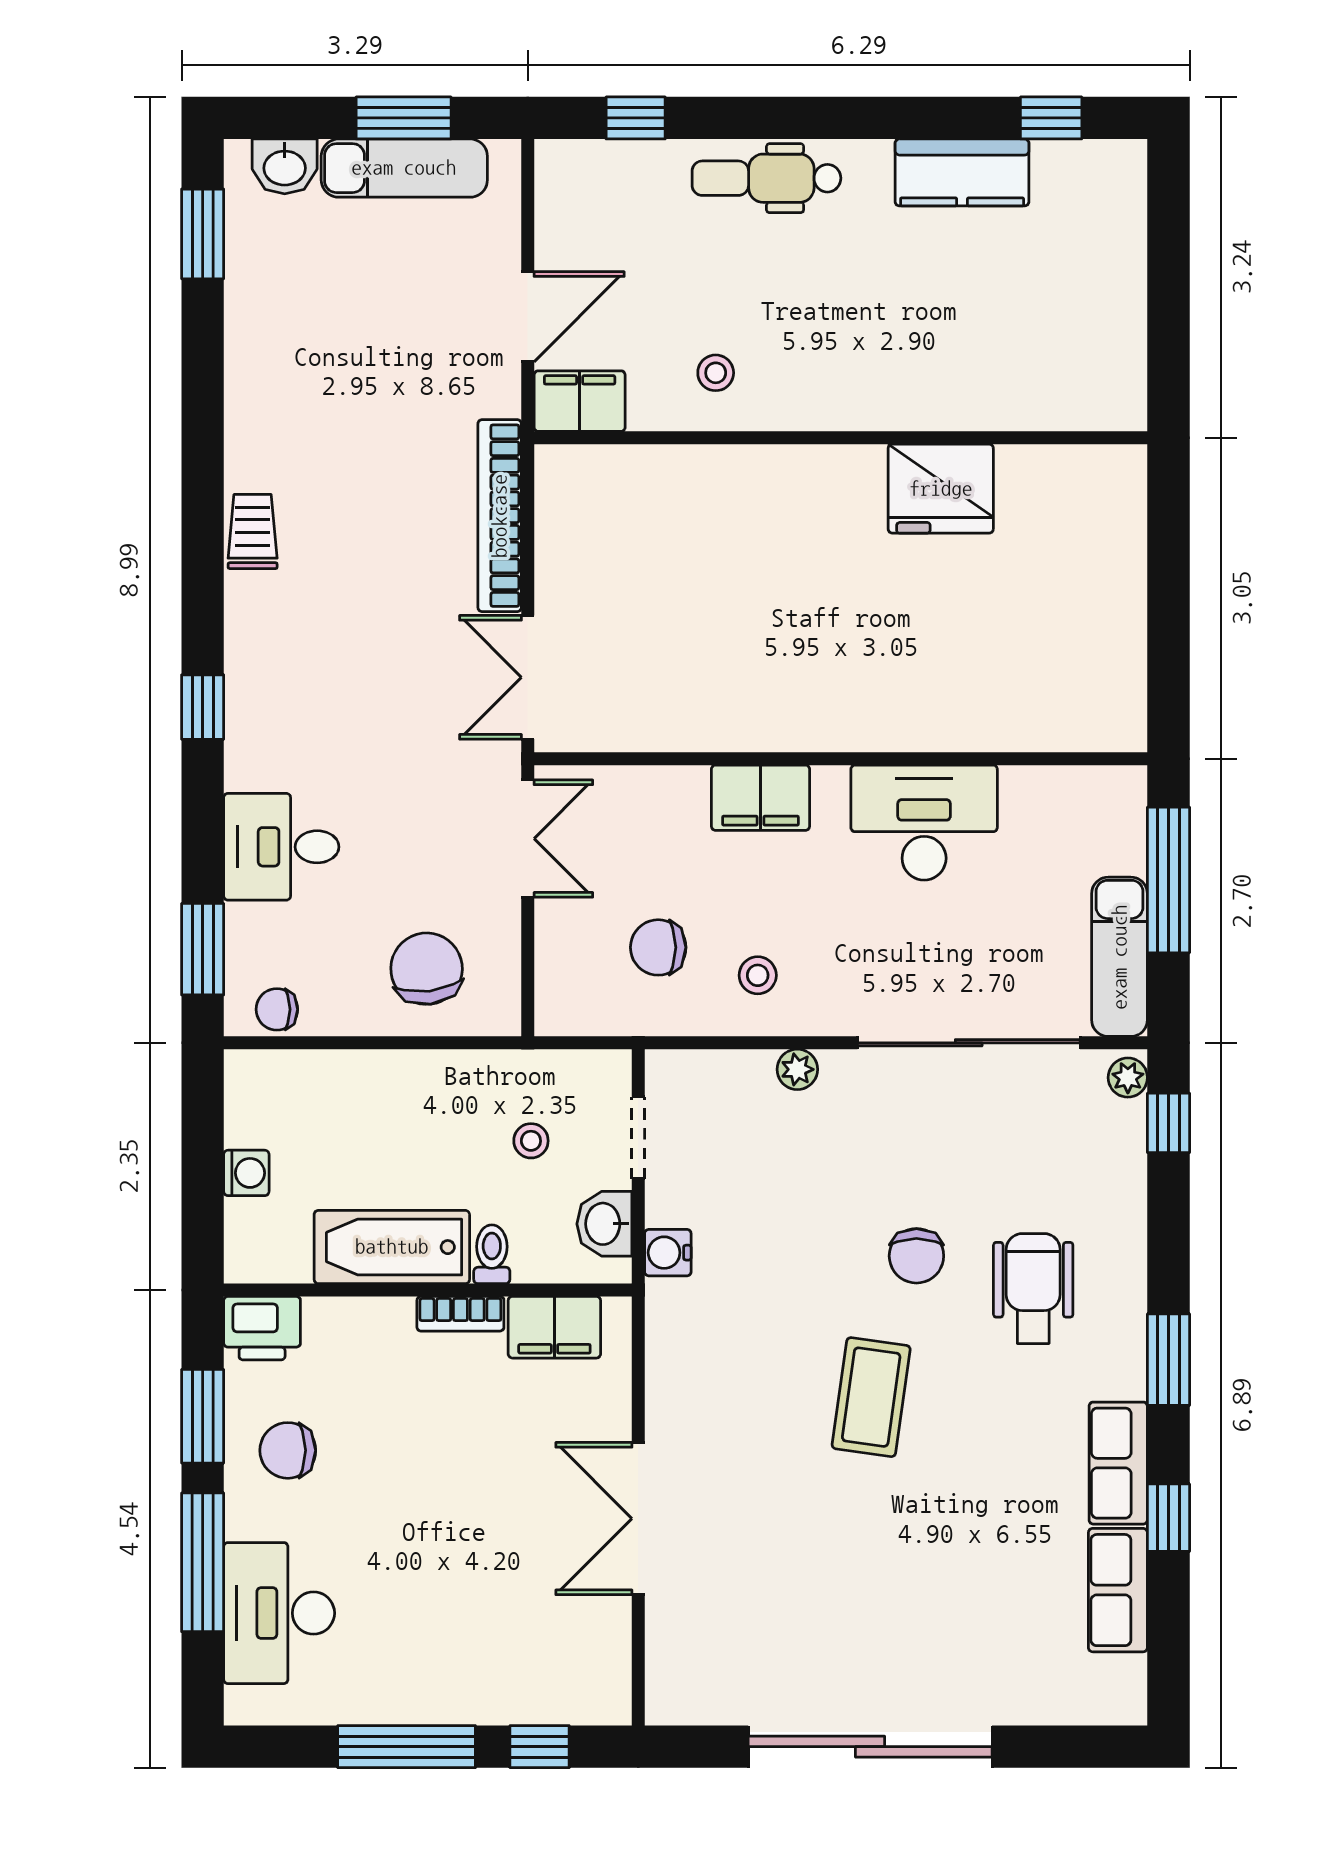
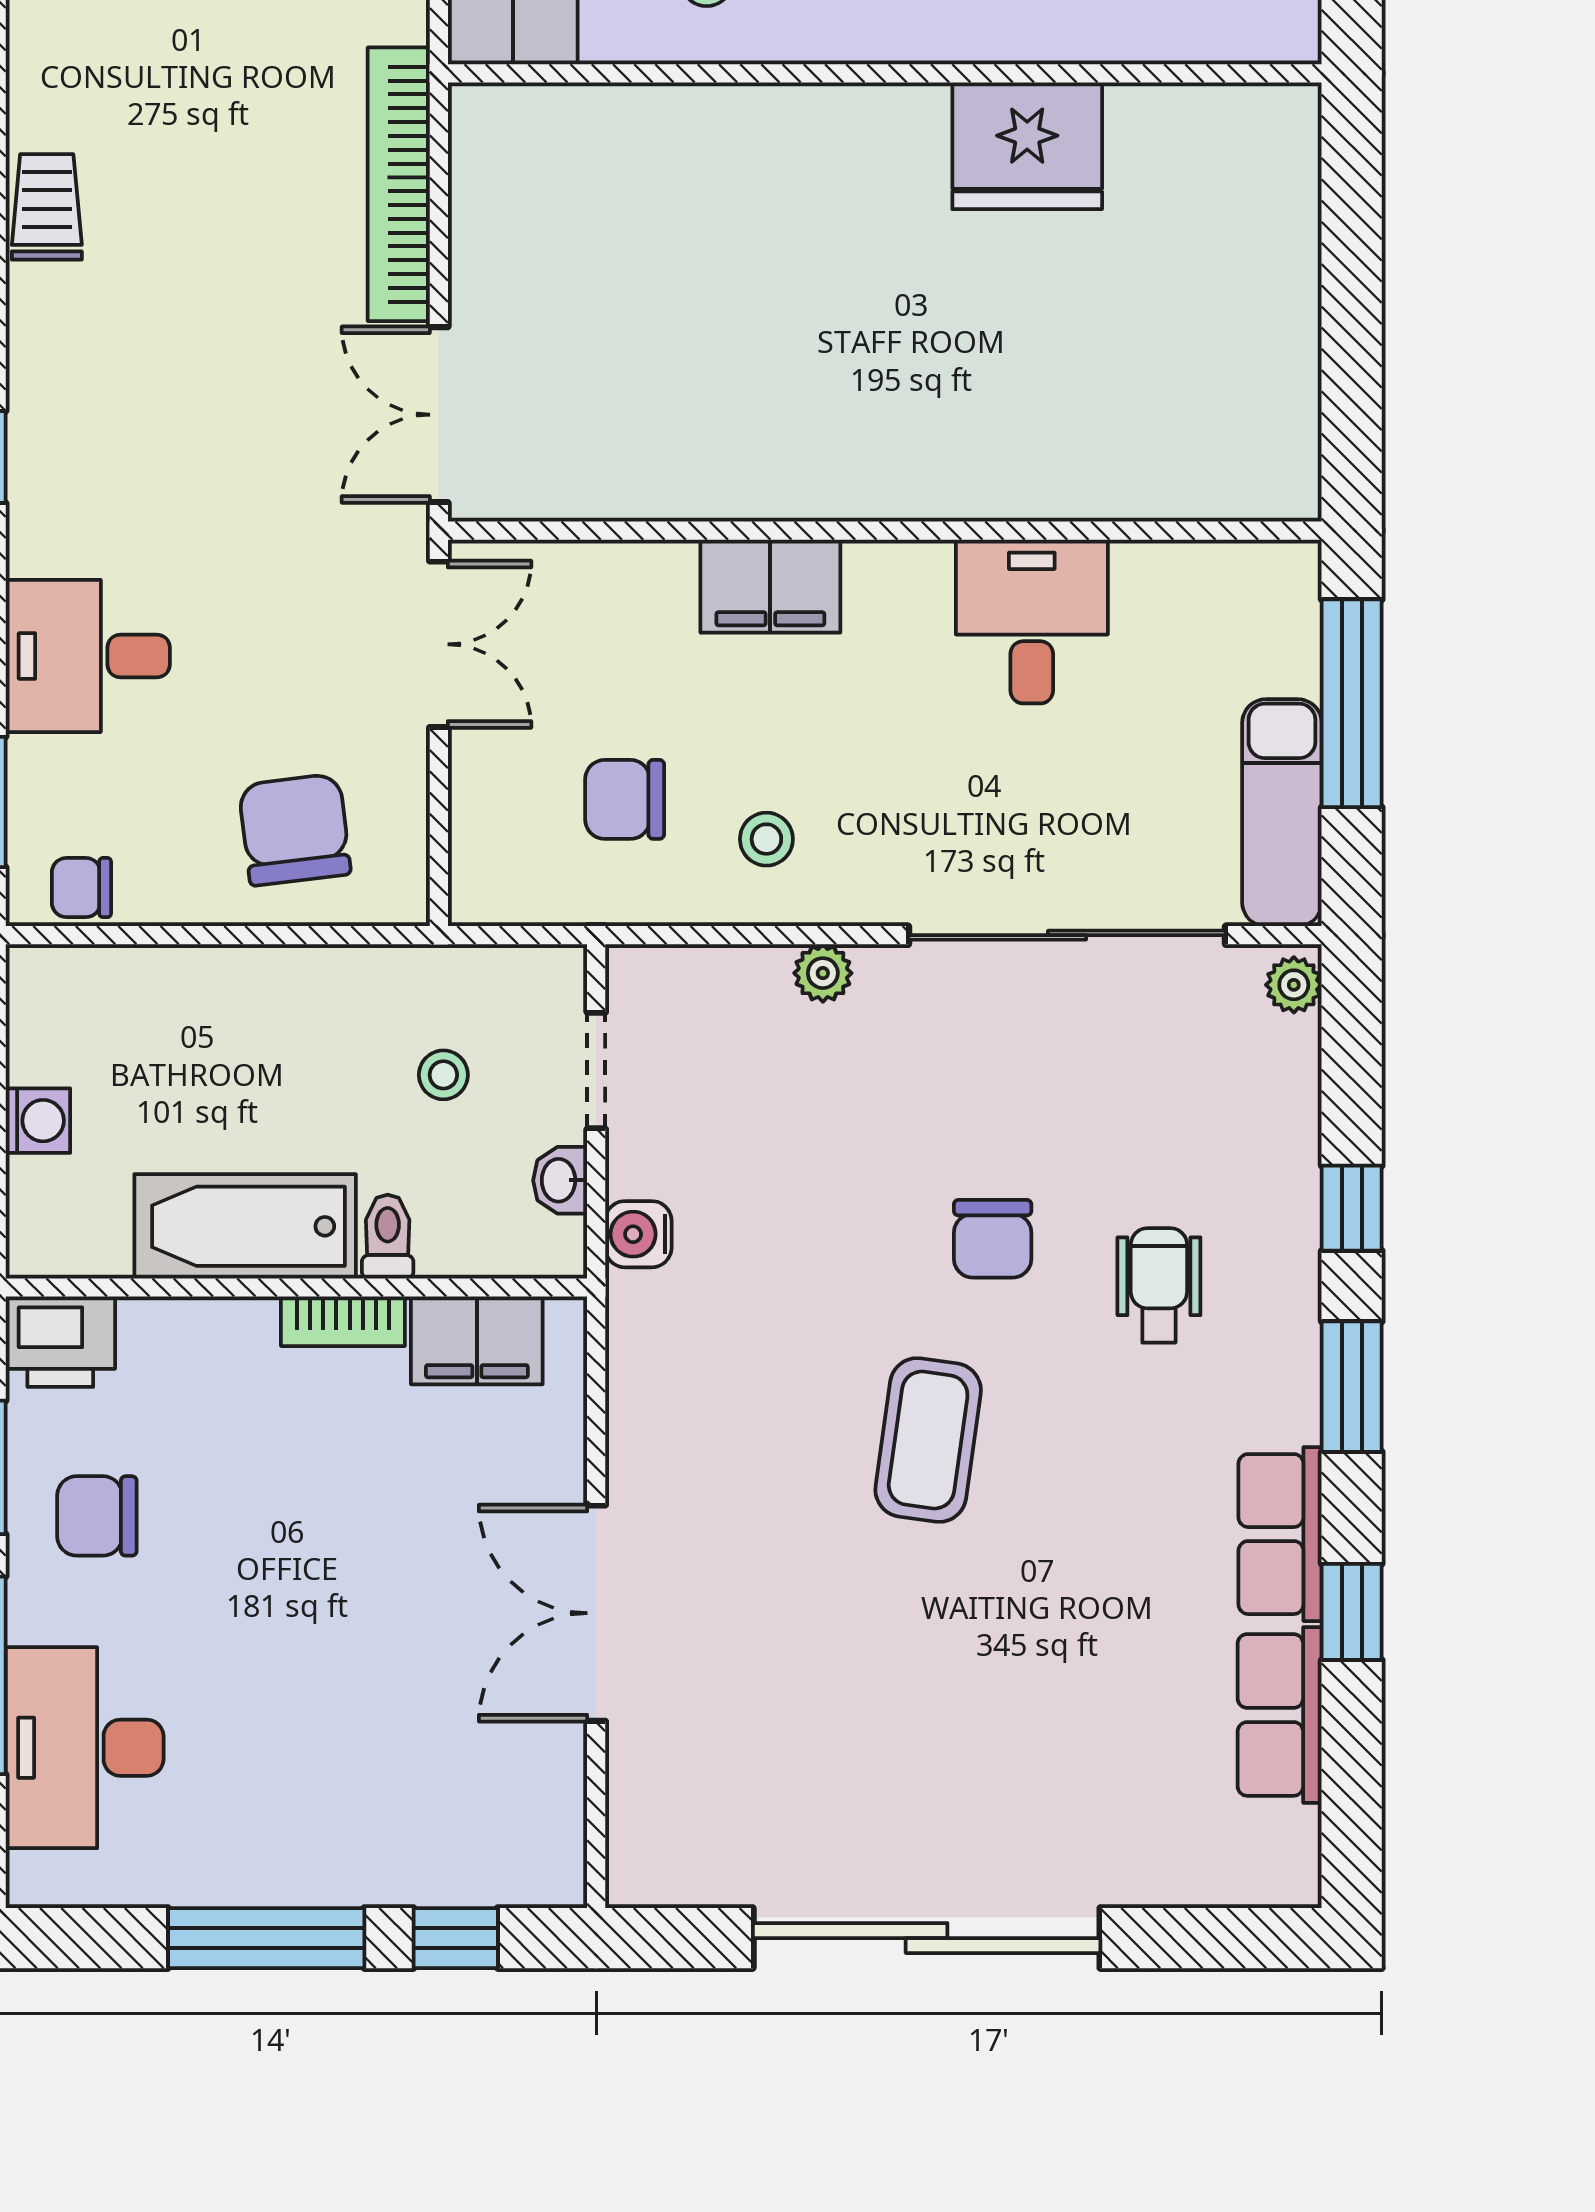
desk: (924, 823) -> (1032, 621), width x0.73
window: (1168, 1123) -> (1352, 1208), moved
washbasin: (604, 1224) -> (560, 1180), width x0.72, depth x0.69
wheelchair: (1033, 1289) -> (1159, 1285), width x0.73, depth x0.73

